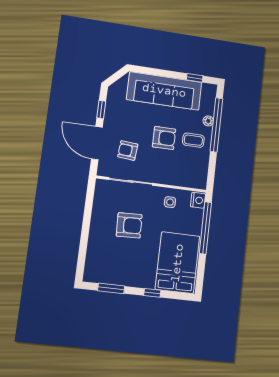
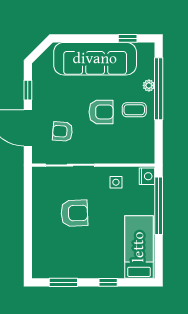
bed: (178, 263) -> (139, 247), width x0.67

